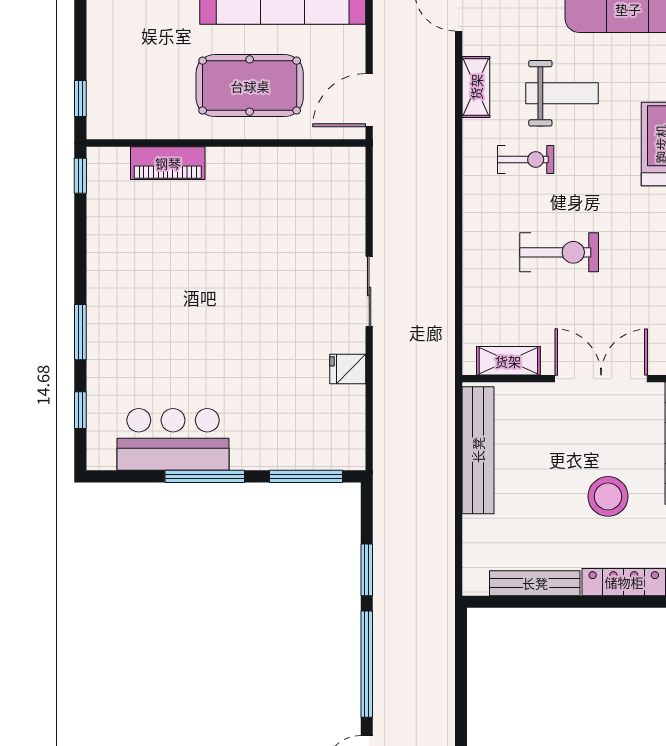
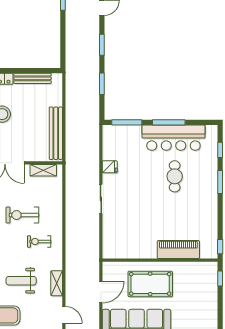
door: (369, 100) -> (101, 292), moved
exercise bike: (526, 160) -> (39, 241), moved
piano: (168, 163) -> (178, 250), width x1.37, depth x1.33
cafe table: (190, 346) -> (175, 176), added
bar counter: (173, 439) -> (173, 138), width x1.36
window: (367, 664) -> (102, 45), width x0.47

